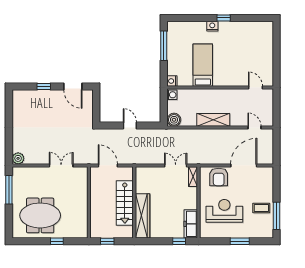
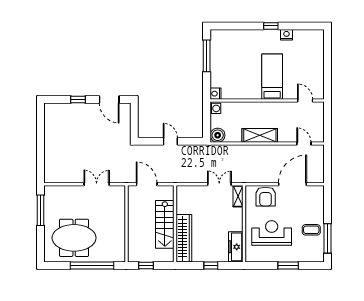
nightstand: (212, 26) -> (286, 35), moved
bed: (203, 65) -> (272, 77), moved
plant: (18, 158) -> (50, 177), removed
window: (57, 241) -> (92, 266), width x3.17
window: (179, 241) -> (211, 266), moved

